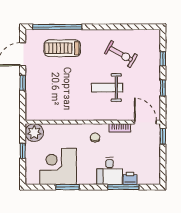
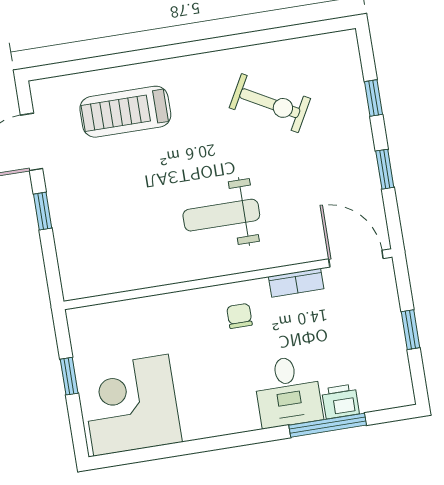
window: (57, 27) -> (105, 62), removed
weight bench: (107, 88) -> (221, 215), moved
plant: (34, 133) -> (90, 328), removed
window: (163, 136) -> (411, 330), moved
corner desk: (58, 166) -> (131, 405), moved
window: (67, 187) -> (192, 447), removed

